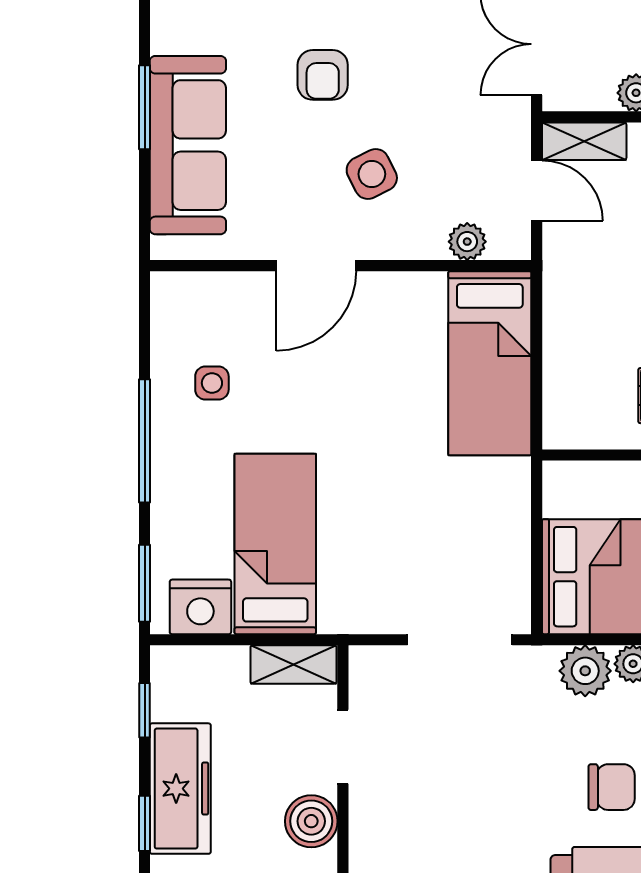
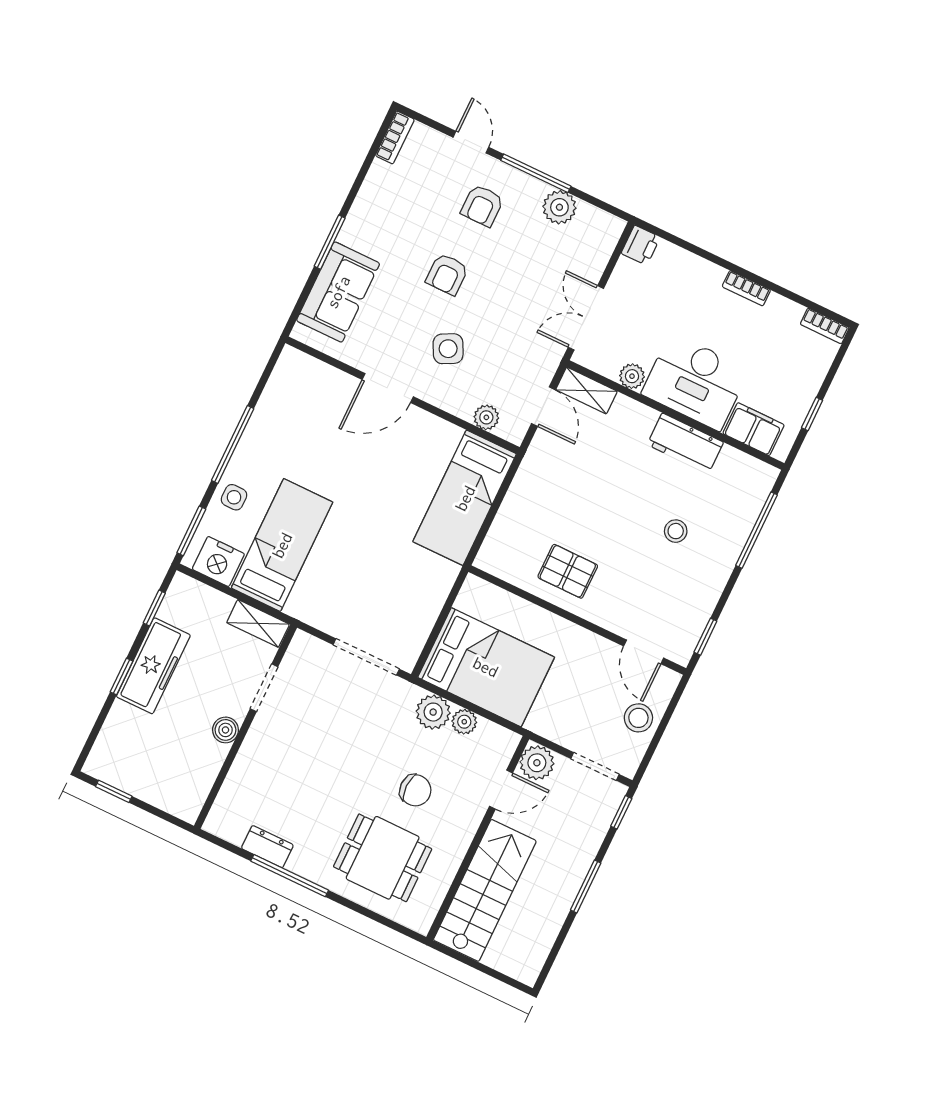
sofa: (188, 145) -> (338, 292), width x0.73
side table: (212, 383) -> (234, 497), moved
boiler: (311, 821) -> (225, 730), width x0.73, depth x0.73

